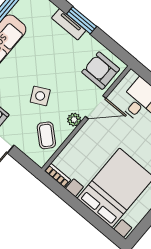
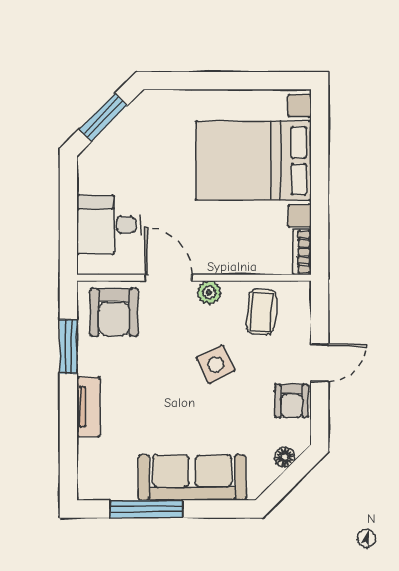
window: (82, 20) -> (68, 347), moved
coffee table: (46, 135) -> (261, 312), turned -37

